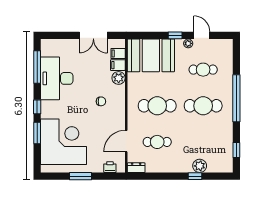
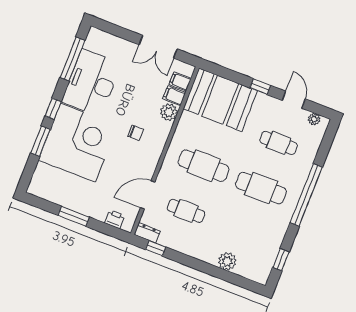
plant: (188, 43) -> (314, 119), moved
corner desk: (64, 142) -> (78, 143), moved
window: (195, 176) -> (156, 248), moved

